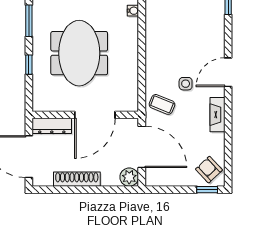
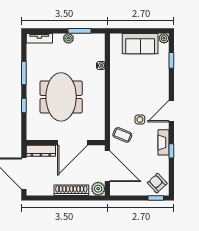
window: (228, 126) -> (171, 151), added
shoe rack: (77, 179) -> (71, 190), moved

